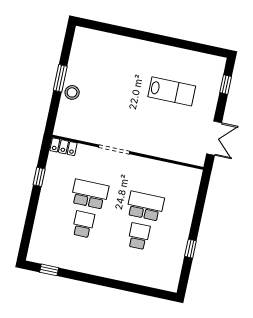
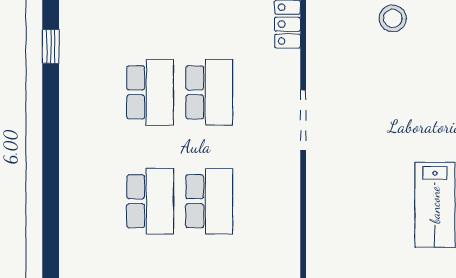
school desk: (83, 224) -> (150, 92), width x1.85
school desk: (139, 236) -> (150, 201), width x1.85

